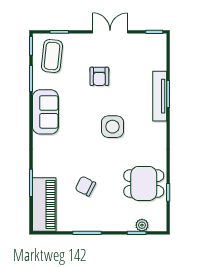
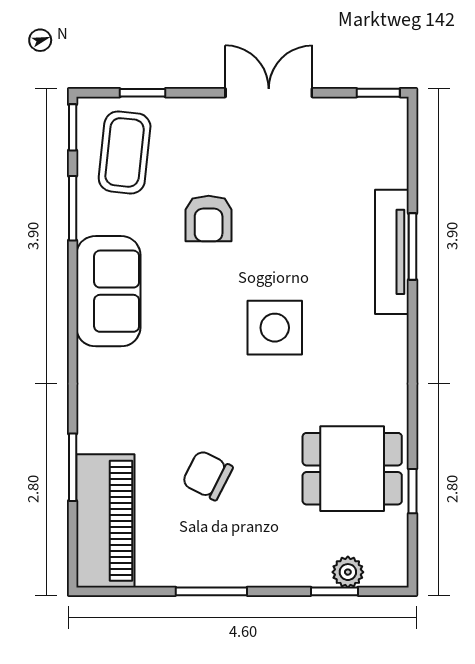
armchair: (99, 76) -> (209, 219), moved

